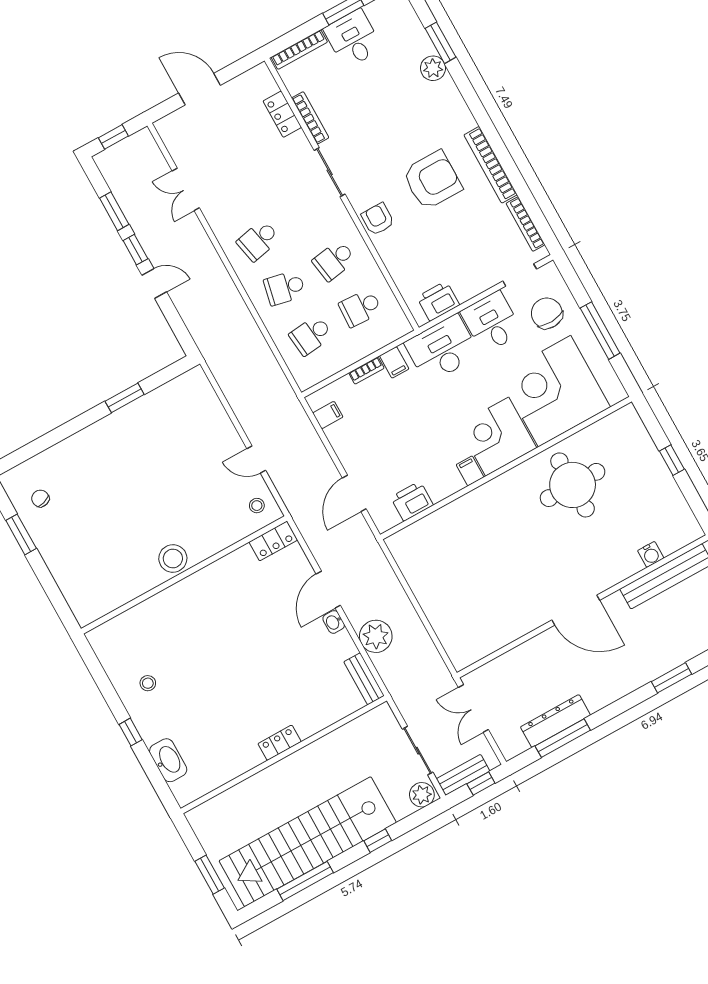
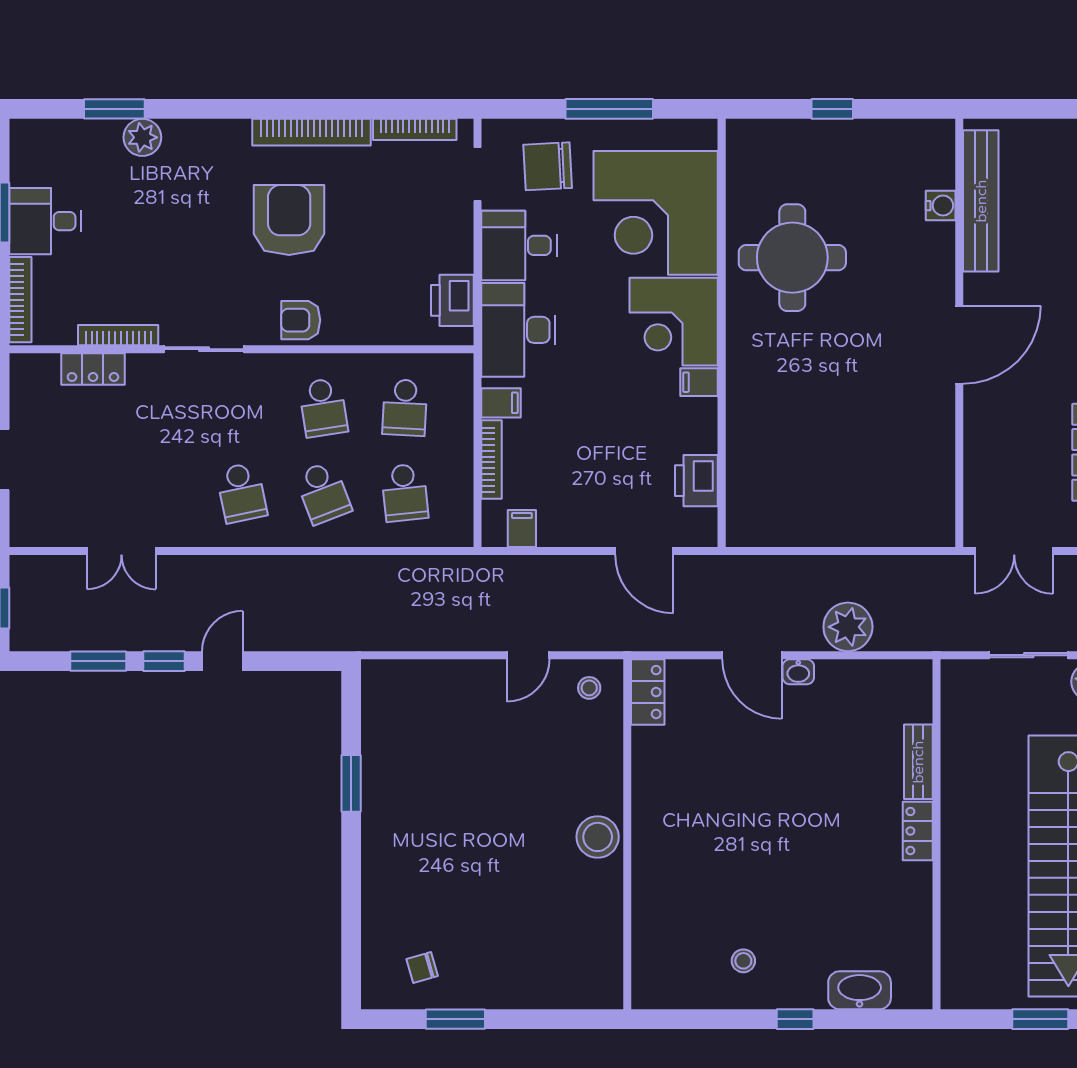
school desk: (285, 288) -> (323, 493), turned -33
bookcase: (366, 371) -> (491, 460), width x1.56
bench: (364, 679) -> (918, 762), moved, turned 90

